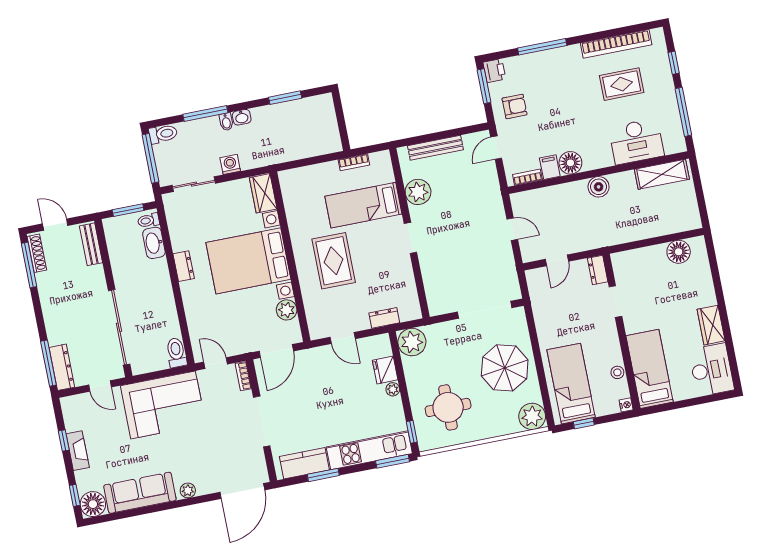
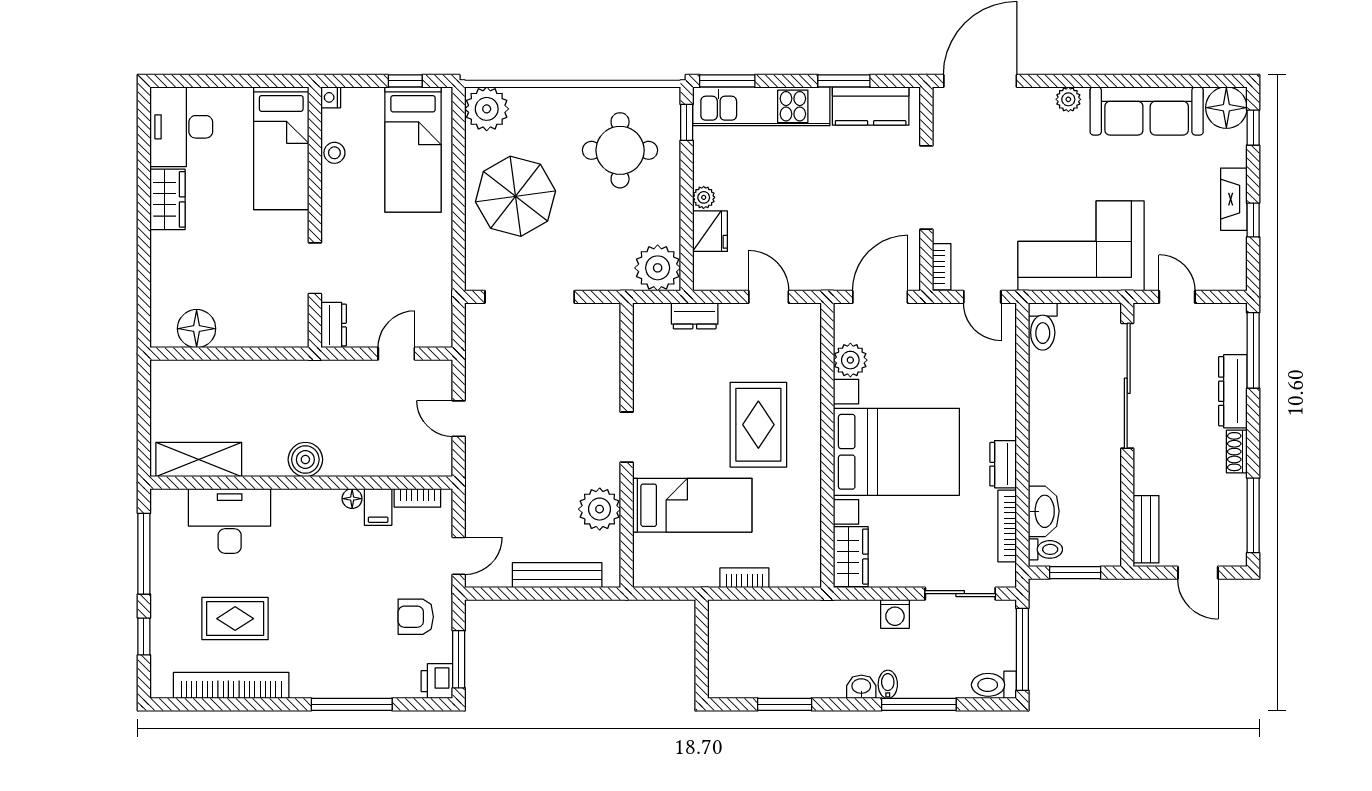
bookcase: (354, 162) -> (744, 578), moved
floor lamp: (570, 163) -> (352, 499), width x0.53, depth x0.53
bookcase: (174, 230) -> (1007, 526), added
shoe rack: (37, 253) -> (1237, 452), moved, width x0.70
dresser: (62, 367) -> (1233, 391), moved

